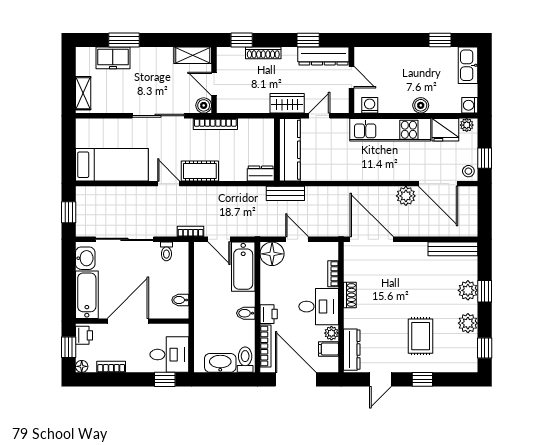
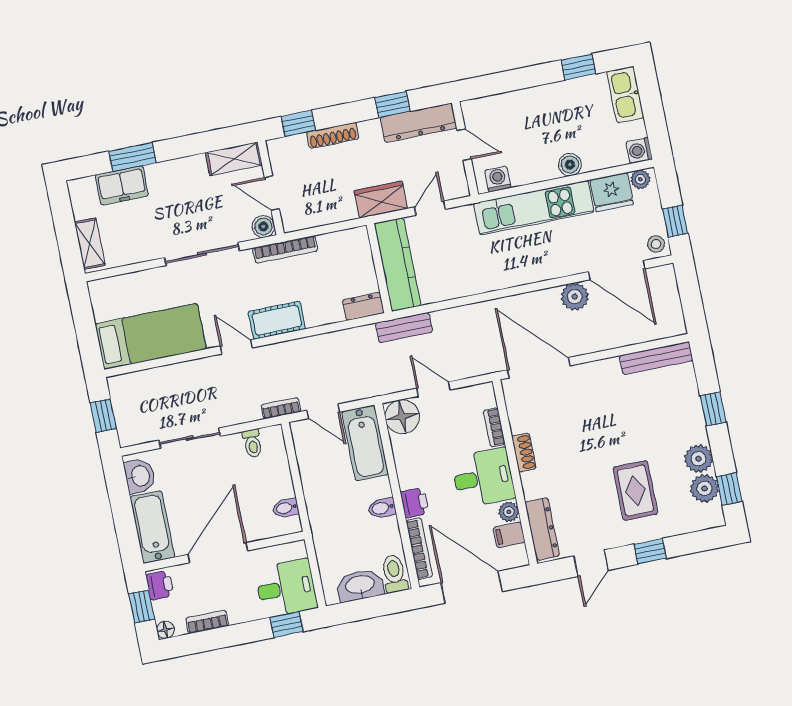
sliding door: (124, 239) -> (190, 438), width x0.73
plant: (468, 290) -> (704, 488), moved

